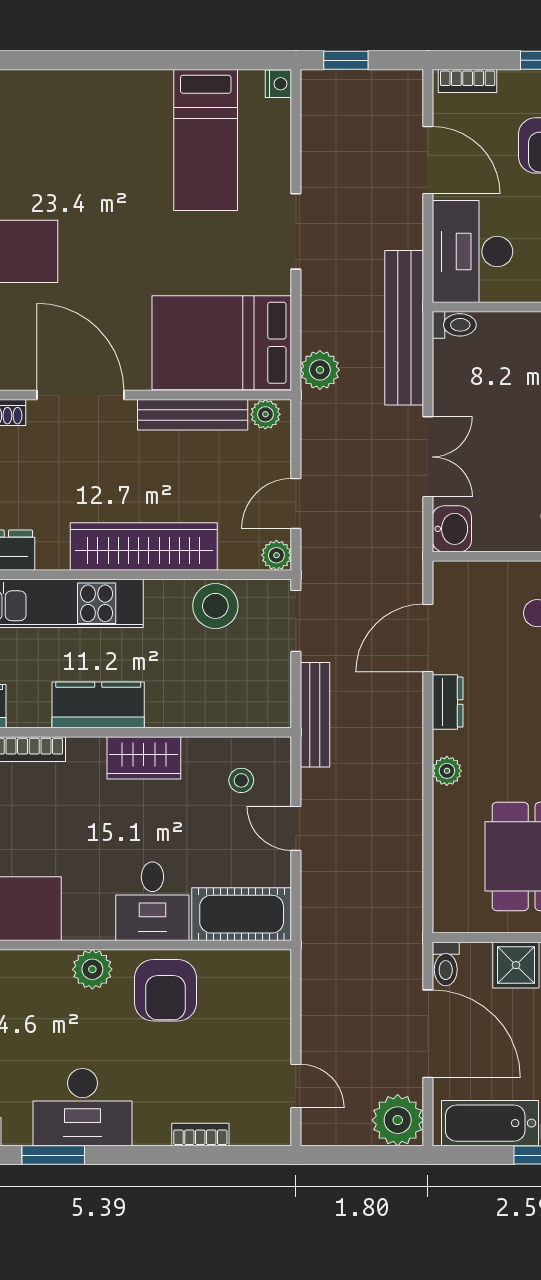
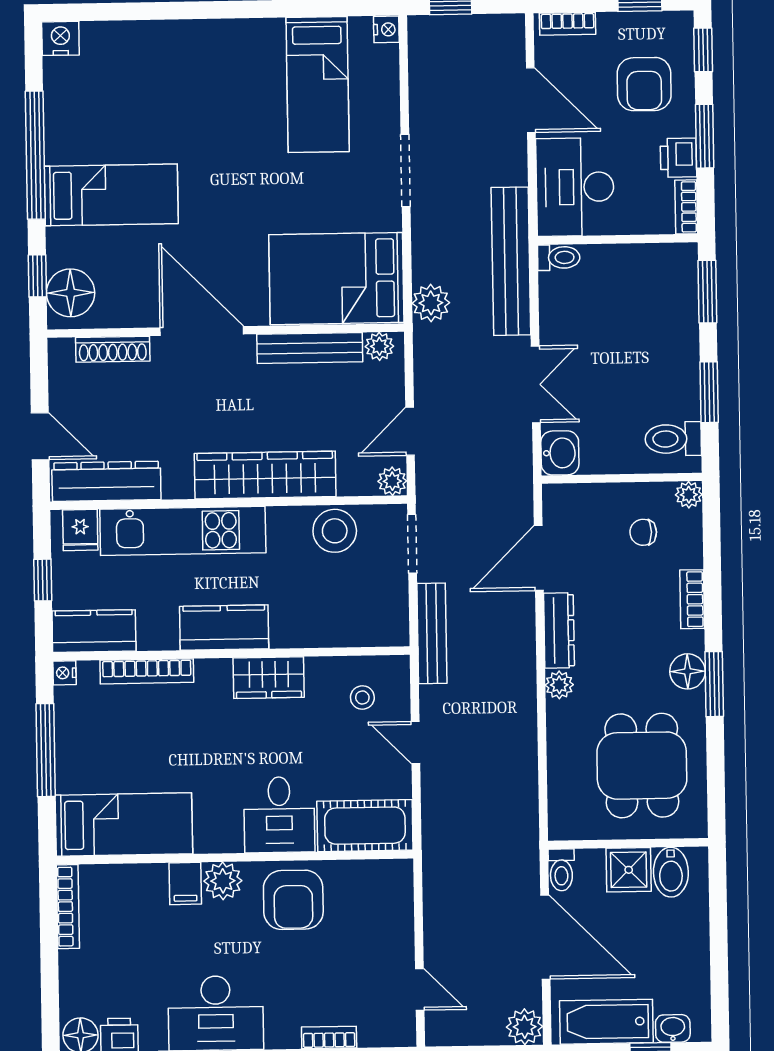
dresser: (448, 702) -> (559, 630), width x1.44
filing cabinet: (53, 971) -> (185, 884), added
plant: (398, 1120) -> (525, 1027), width x0.73, depth x0.73

